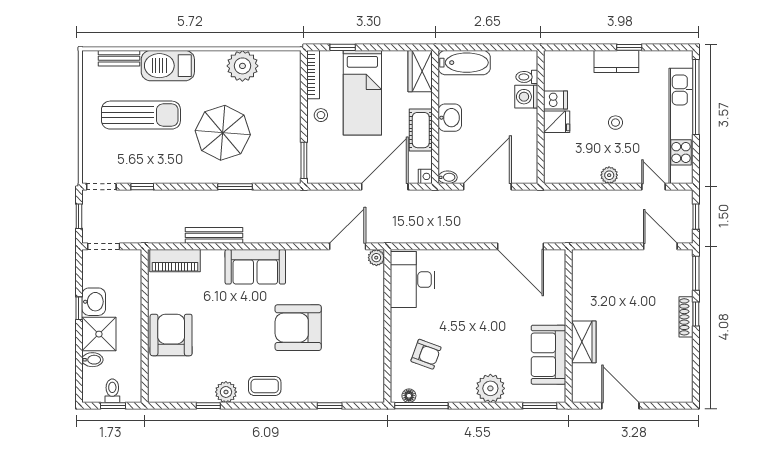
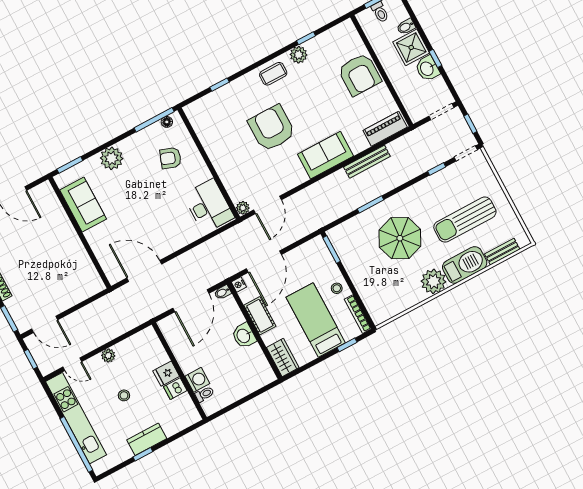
bathtub: (464, 63) -> (255, 380), removed
plant: (242, 66) -> (433, 281), moved
armchair: (298, 328) -> (272, 128), turned -90
wardrobe: (584, 342) -> (63, 227), removed

